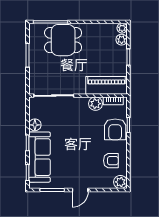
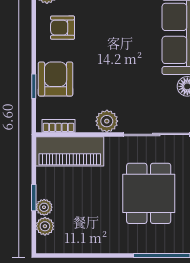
plant: (122, 28) -> (44, 207), moved
dining table: (63, 40) -> (149, 193), moved, turned 90
plant: (96, 104) -> (107, 121), moved

